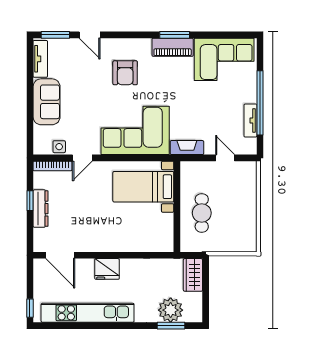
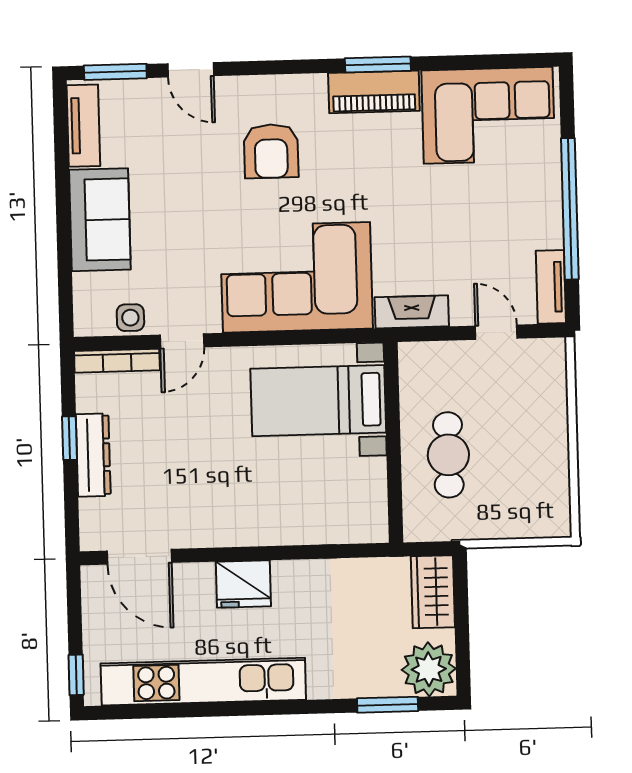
tv unit: (250, 121) -> (551, 287), moved
plant: (171, 310) -> (429, 669), moved

